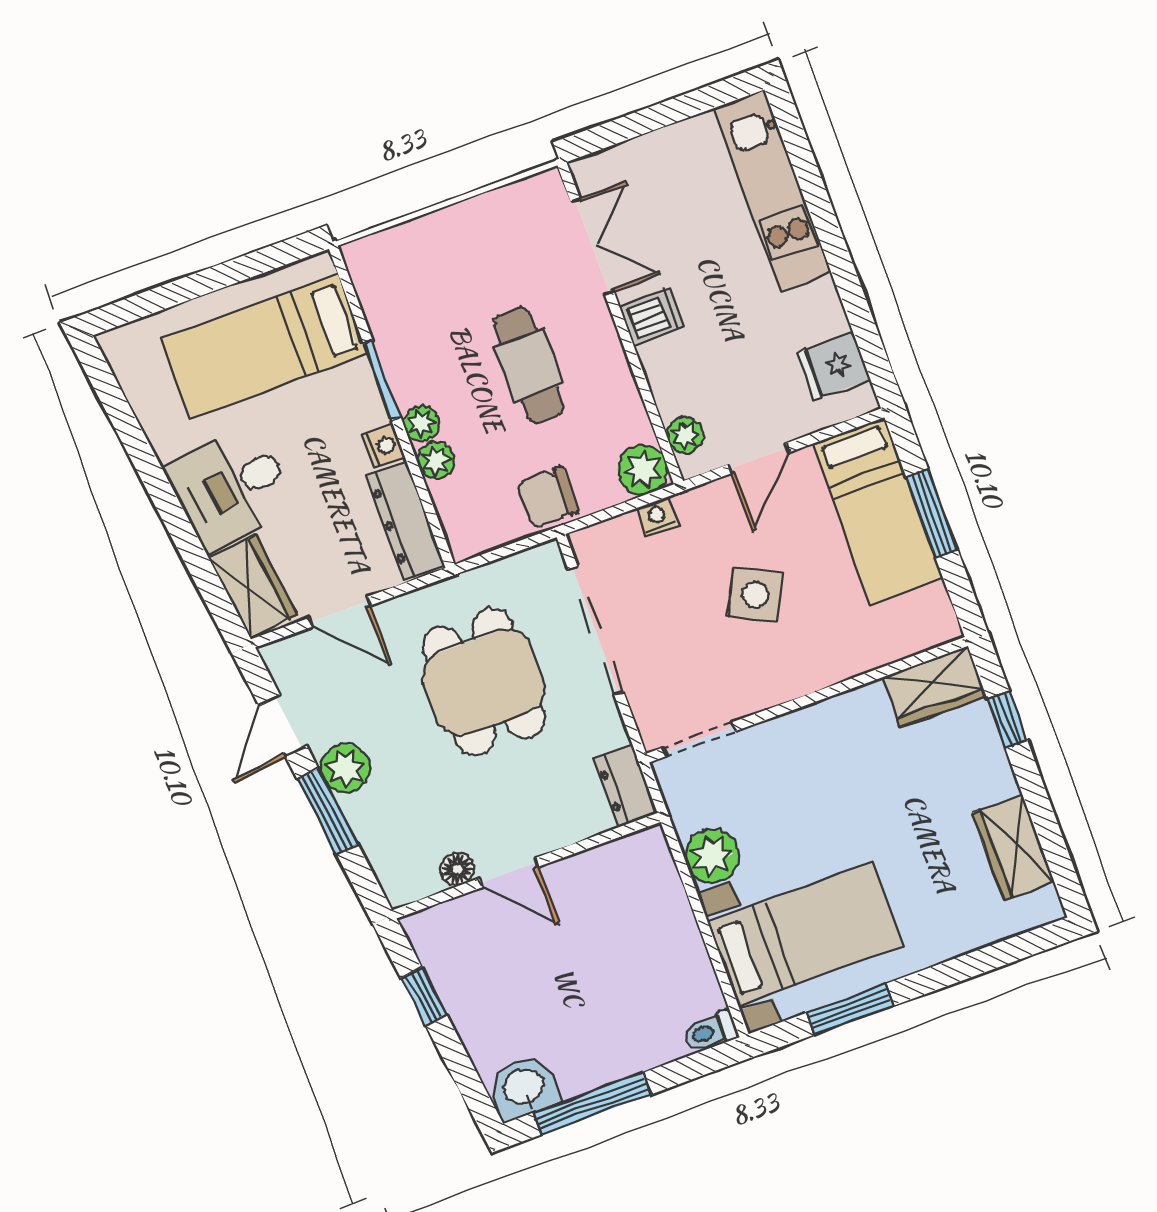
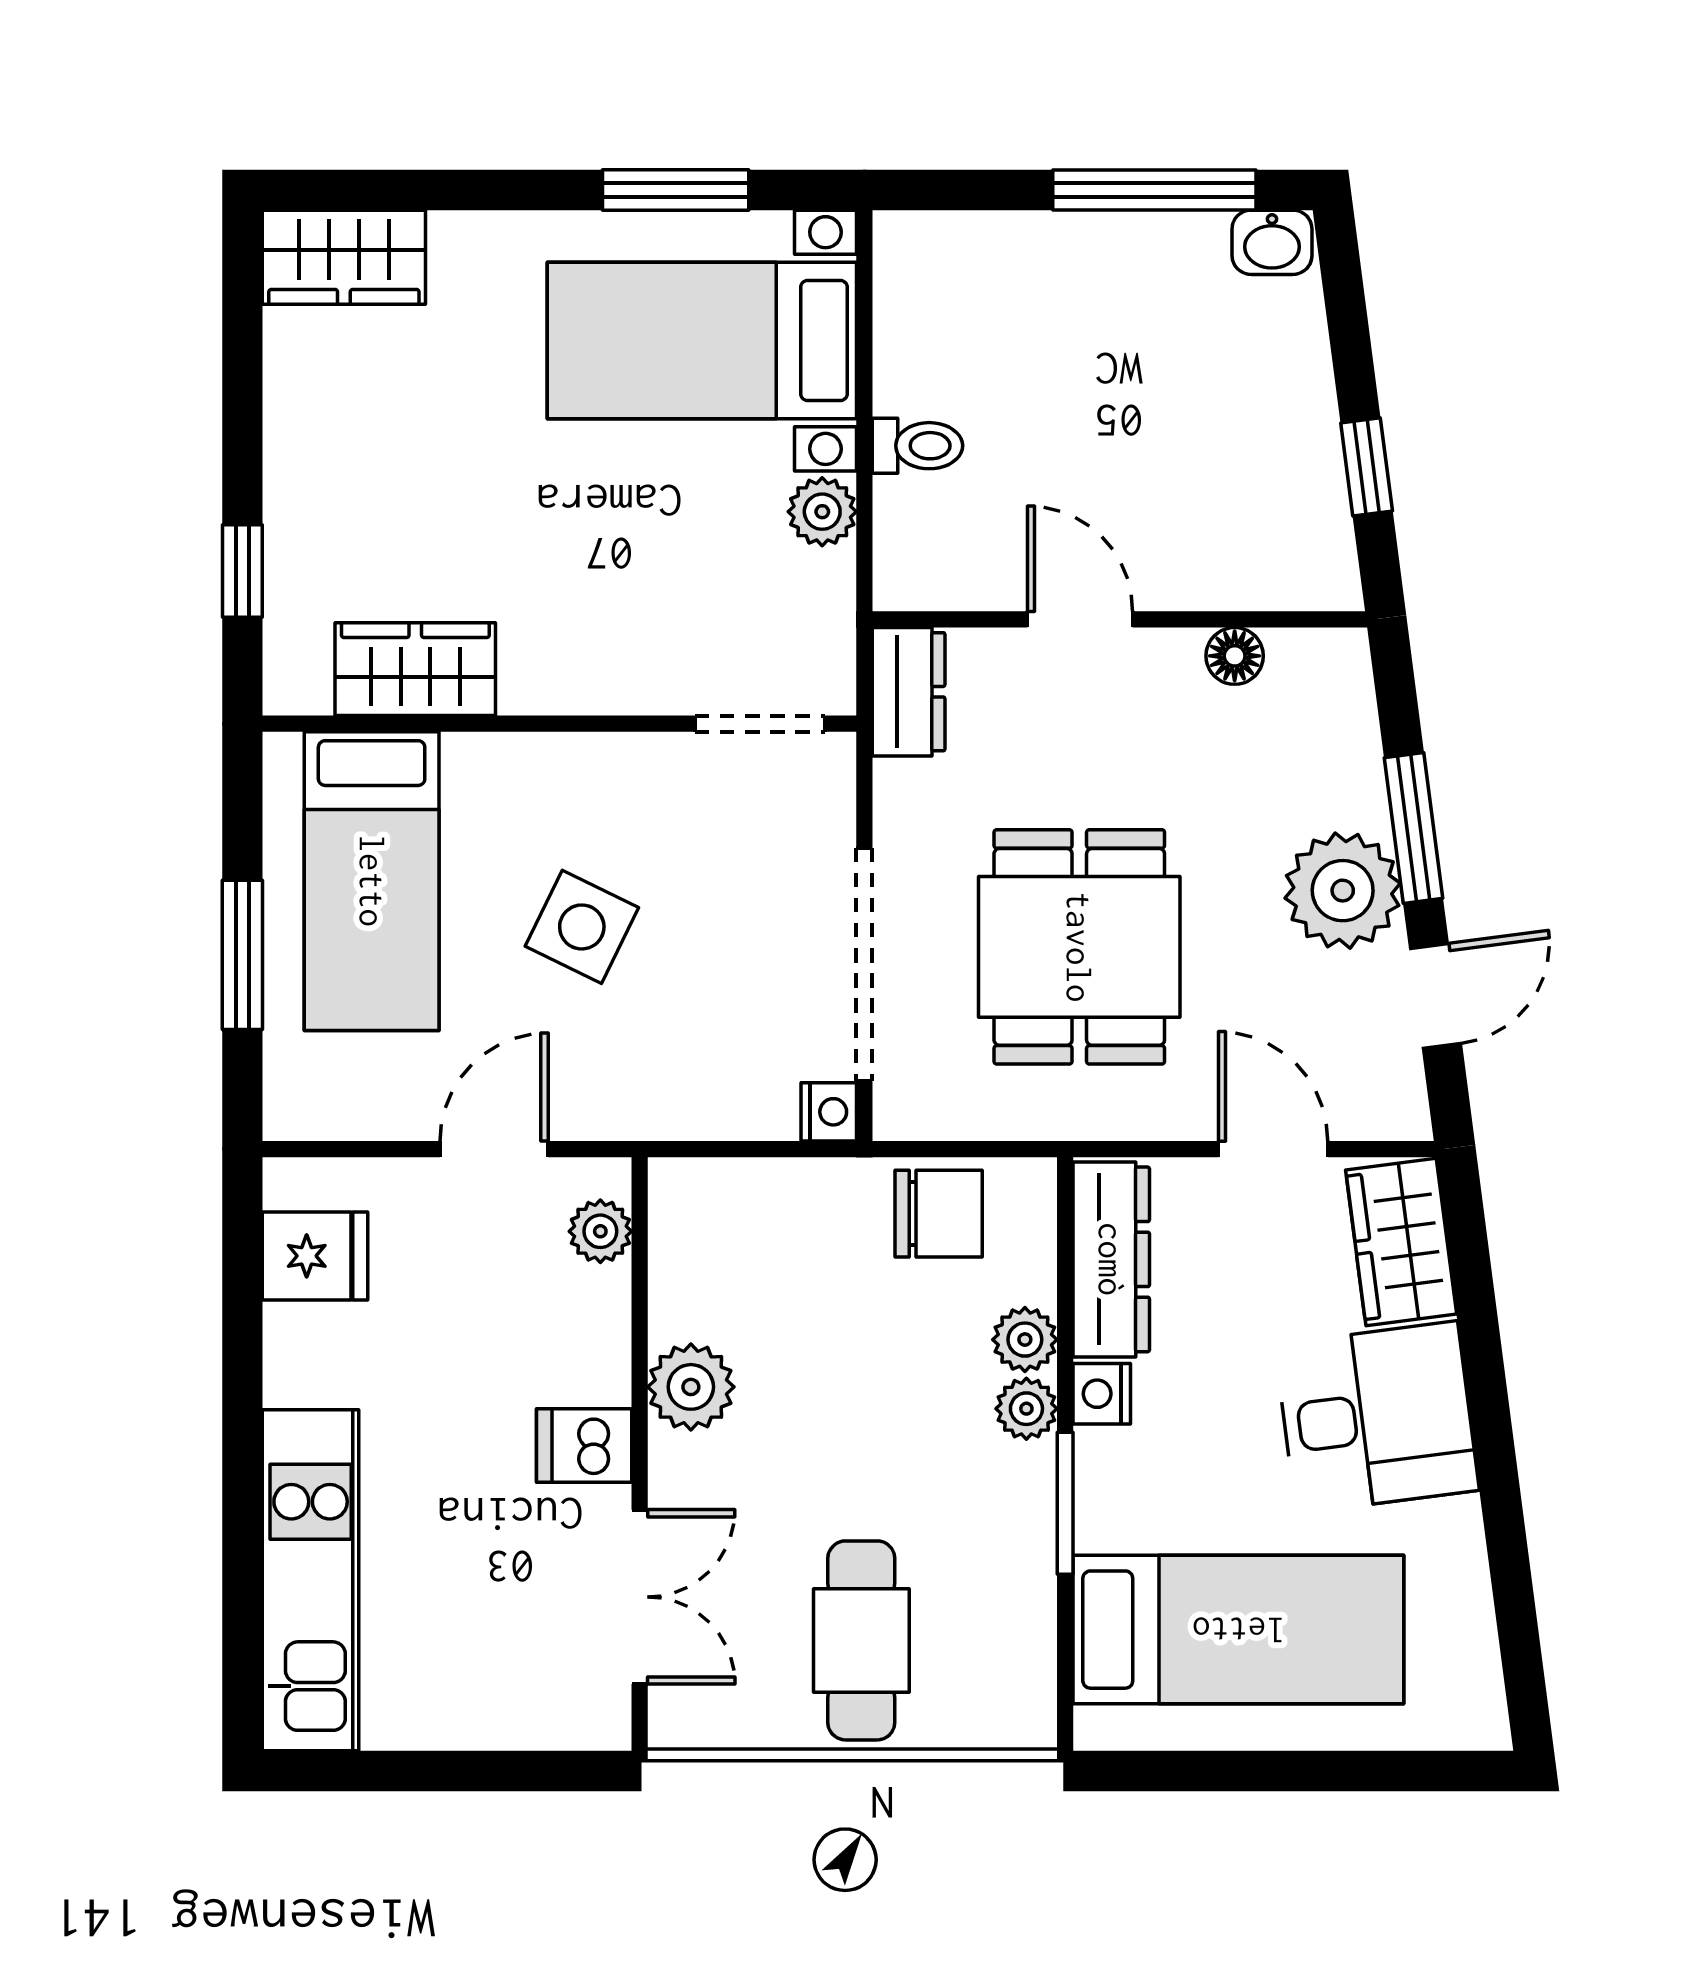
double door: (592, 246) -> (640, 1597), swing flipped
cafe table: (529, 365) -> (861, 1640), moved
plant: (643, 470) -> (691, 1387), moved
chair: (547, 498) -> (939, 1214), moved
bed: (878, 511) -> (372, 881), moved, turned 180
nightstand: (657, 517) -> (829, 1112), moved, turned -90
wardrobe: (934, 686) -> (415, 669), moved
plant: (345, 768) -> (1343, 891), width x1.36, depth x1.36
wardrobe: (1013, 847) -> (344, 257), moved, turned 90
plant: (712, 856) -> (822, 512), width x0.73, depth x0.73
door: (509, 872) -> (1080, 619), moved
toilet: (710, 1031) -> (917, 446), moved
washbasin: (524, 1088) -> (1272, 242), width x0.72, depth x0.69

